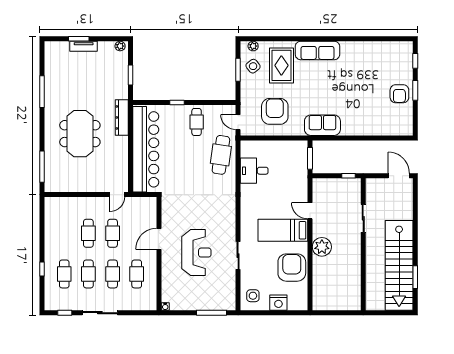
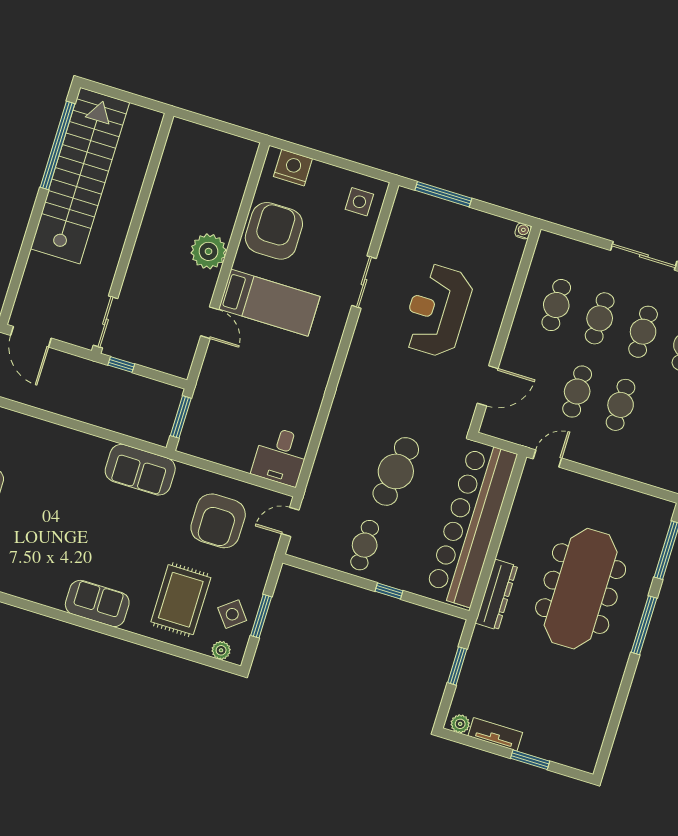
tv unit: (84, 46) -> (495, 734), moved
sofa: (317, 50) -> (97, 603), width x0.73
window: (42, 92) -> (644, 625), moved
door: (238, 122) -> (290, 522), swing flipped
meeting table: (80, 134) -> (581, 589), width x1.36
cafe table: (221, 155) -> (396, 471), moved
desk: (254, 171) -> (281, 456), moved, turned 90
sliding door: (363, 218) -> (105, 322), moved
door: (159, 239) -> (488, 386), moved
armchair: (292, 268) -> (274, 231), turned 180
window: (415, 277) -> (58, 145), width x2.11
nightstand: (278, 303) -> (293, 168), moved

